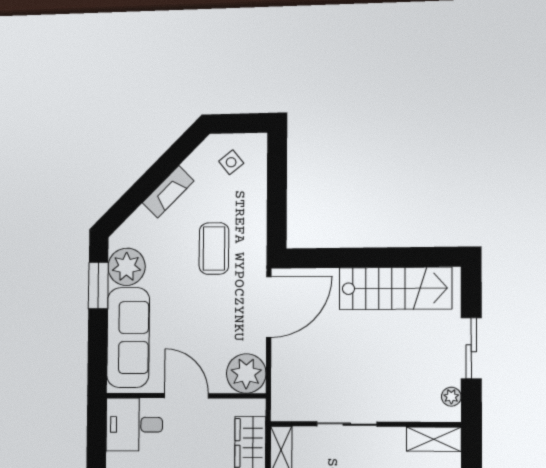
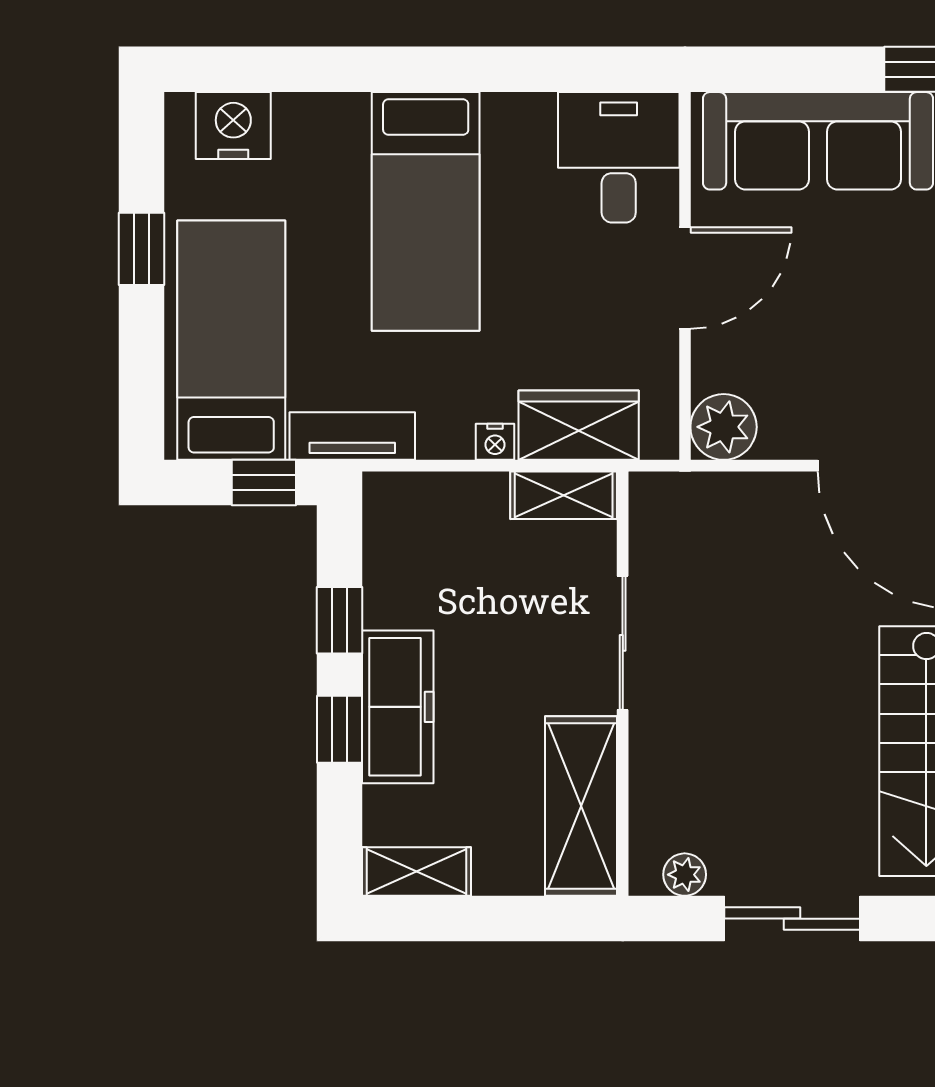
plant: (246, 374) -> (724, 427), width x0.73, depth x0.73
shelving: (434, 439) -> (581, 806), width x1.50, depth x1.33

